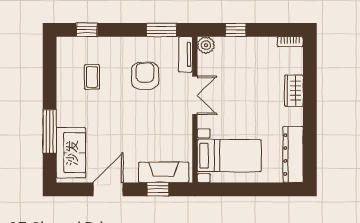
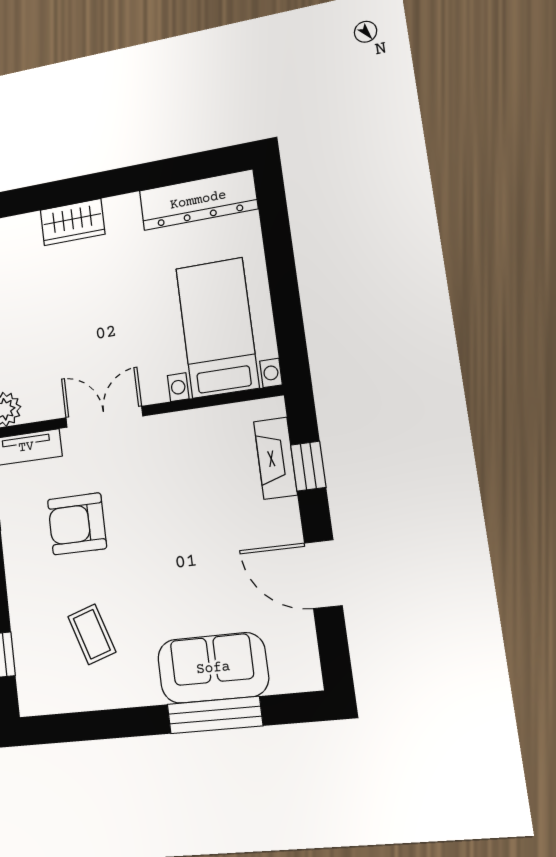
coffee table: (92, 77) -> (92, 634), turned 72
sofa: (71, 153) -> (213, 668), moved
fireplace: (164, 172) -> (275, 458), width x0.73, depth x0.76

